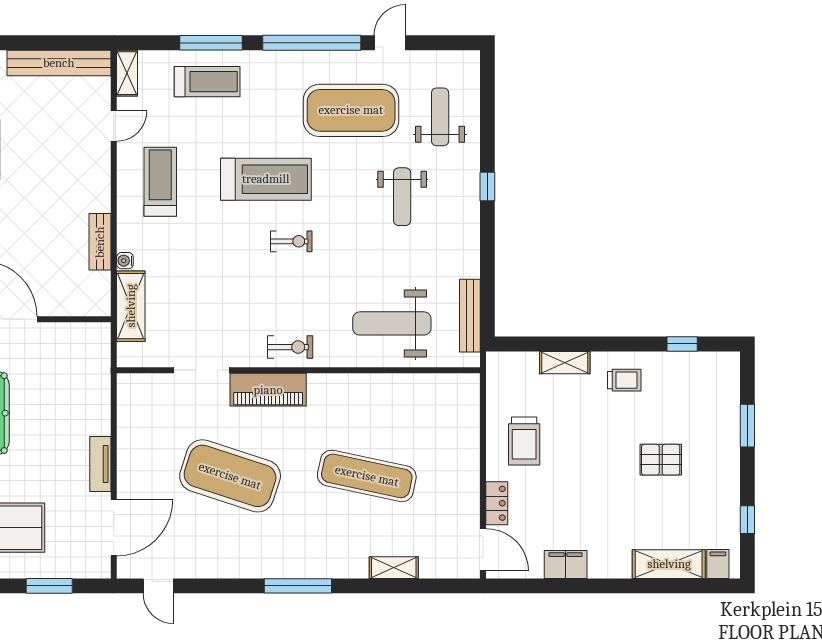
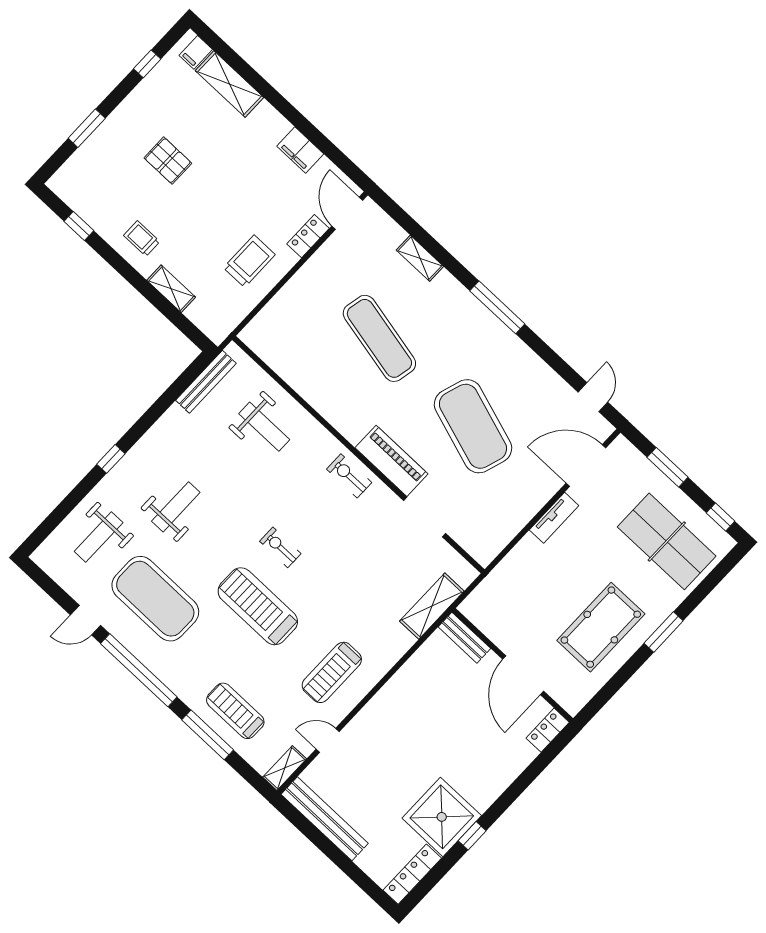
bench: (100, 242) -> (464, 638), moved, turned 90
water cooler: (125, 261) -> (407, 641), removed
weight bench: (392, 323) -> (264, 427), width x0.73, depth x0.75

